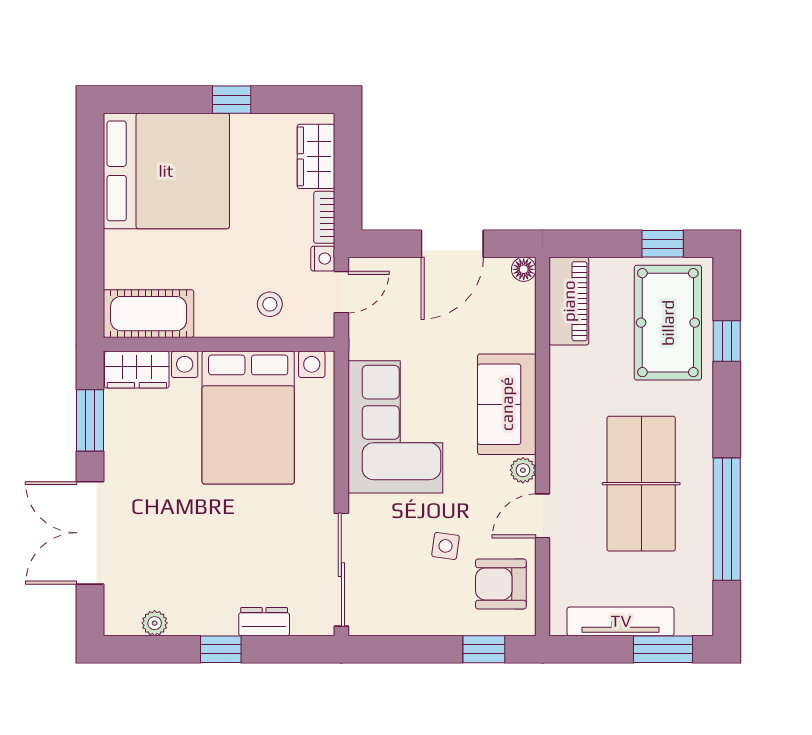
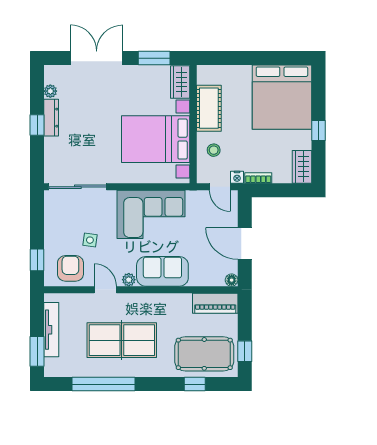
wardrobe: (316, 156) -> (302, 167), moved, turned -90
cot: (149, 314) -> (209, 108), moved
dresser: (264, 622) -> (51, 118), moved, width x1.44

